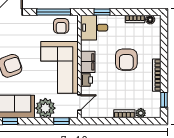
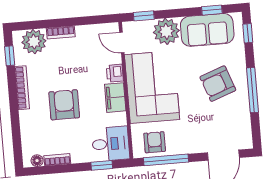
door: (79, 102) -> (122, 43), hinge flipped
plant: (141, 113) -> (34, 42), width x1.88, depth x1.88

